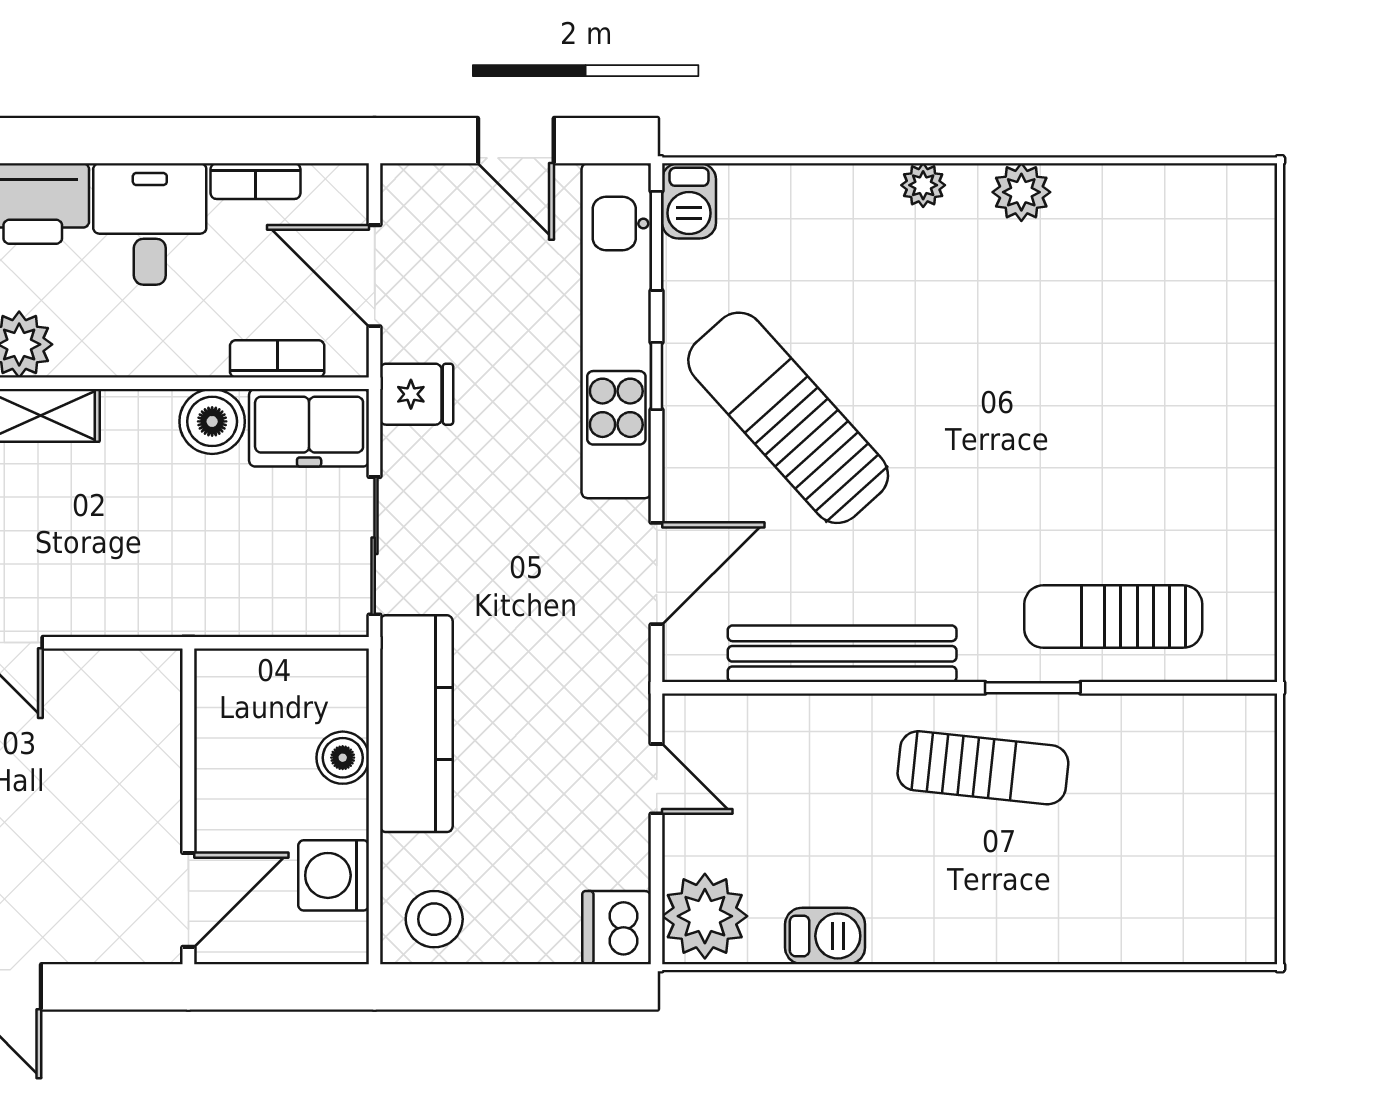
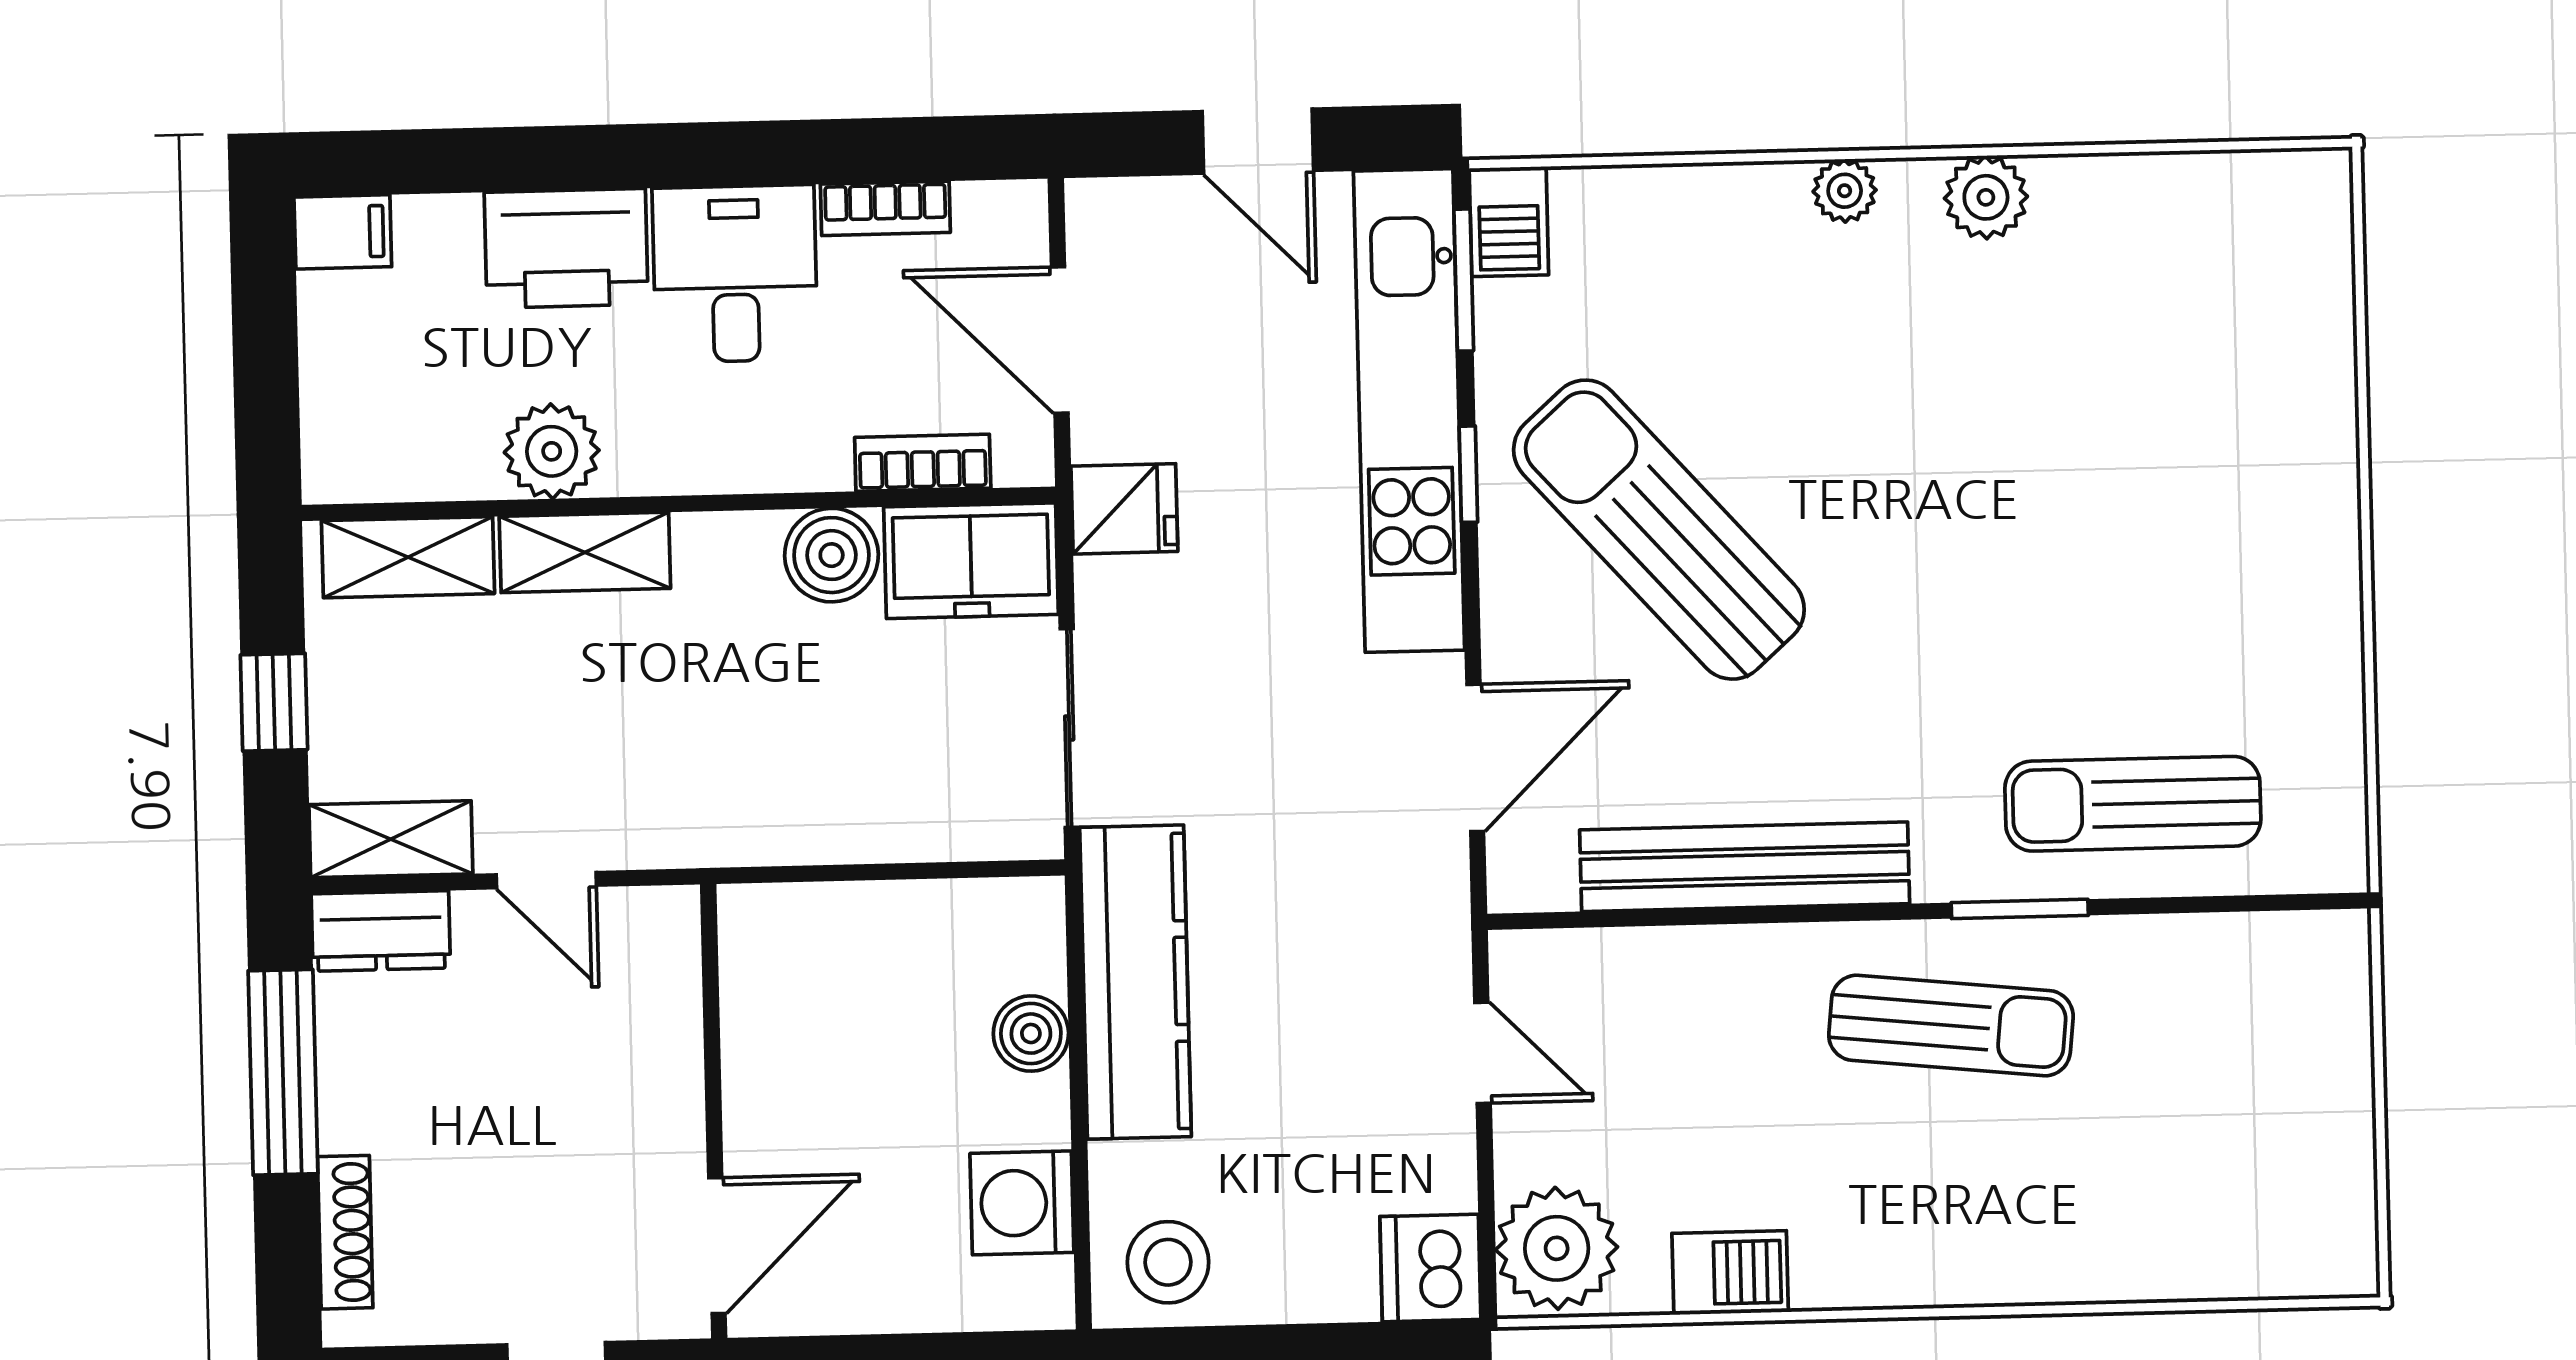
wall: (188, 806) -> (714, 1111), moved
door: (188, 900) -> (717, 1246), moved

